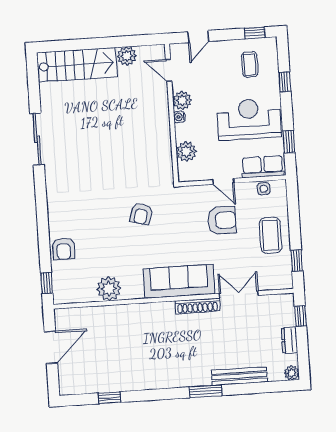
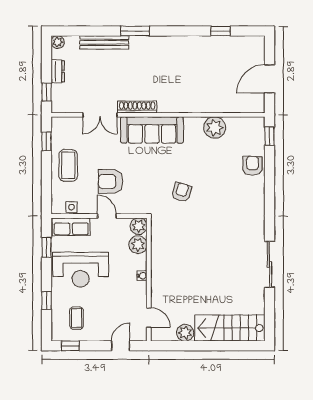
plant: (182, 100) -> (139, 226), moved

